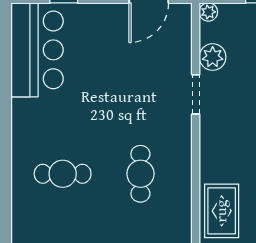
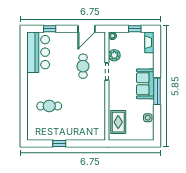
cafe table: (140, 174) -> (83, 66), moved

